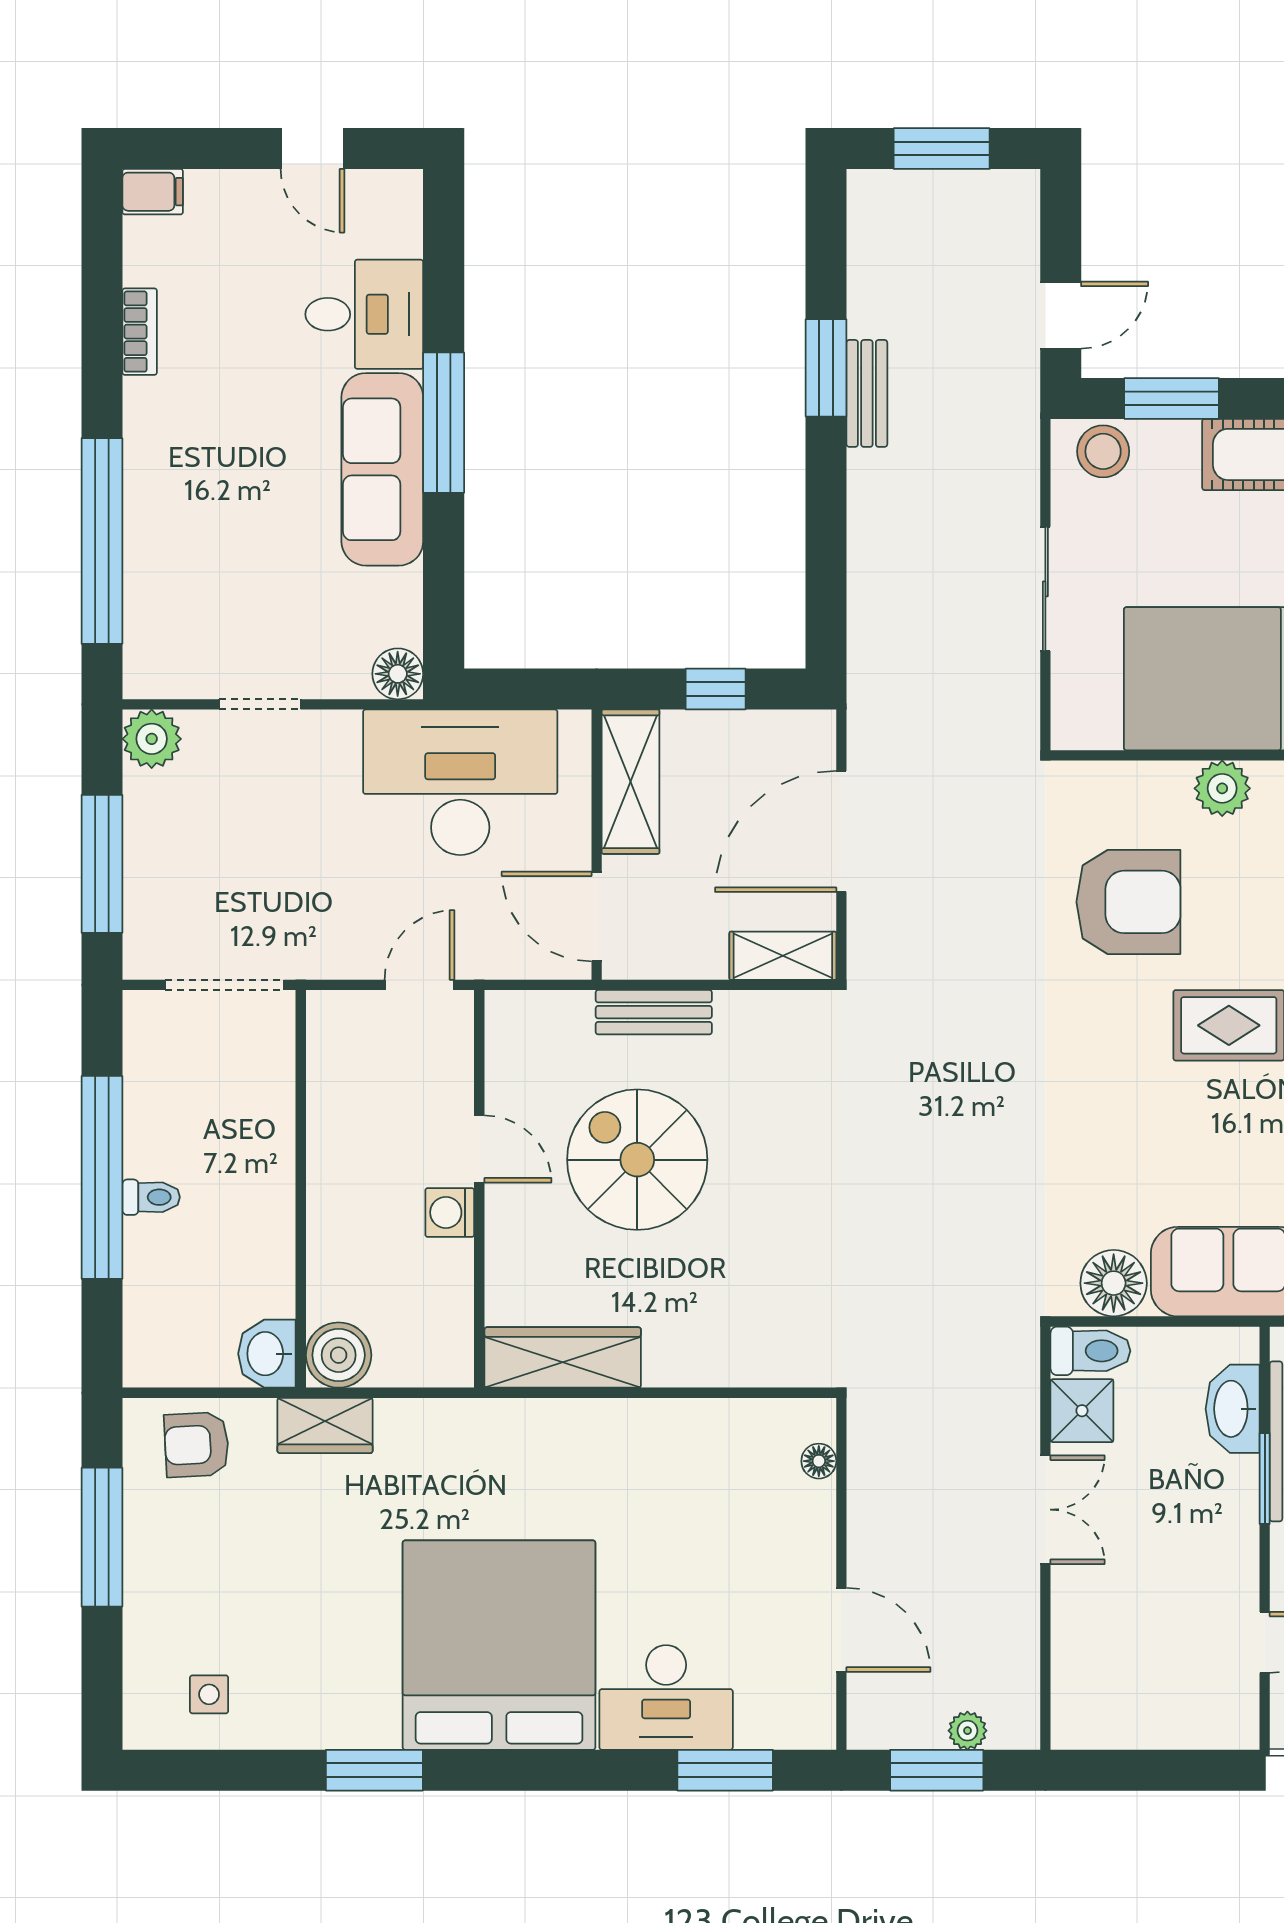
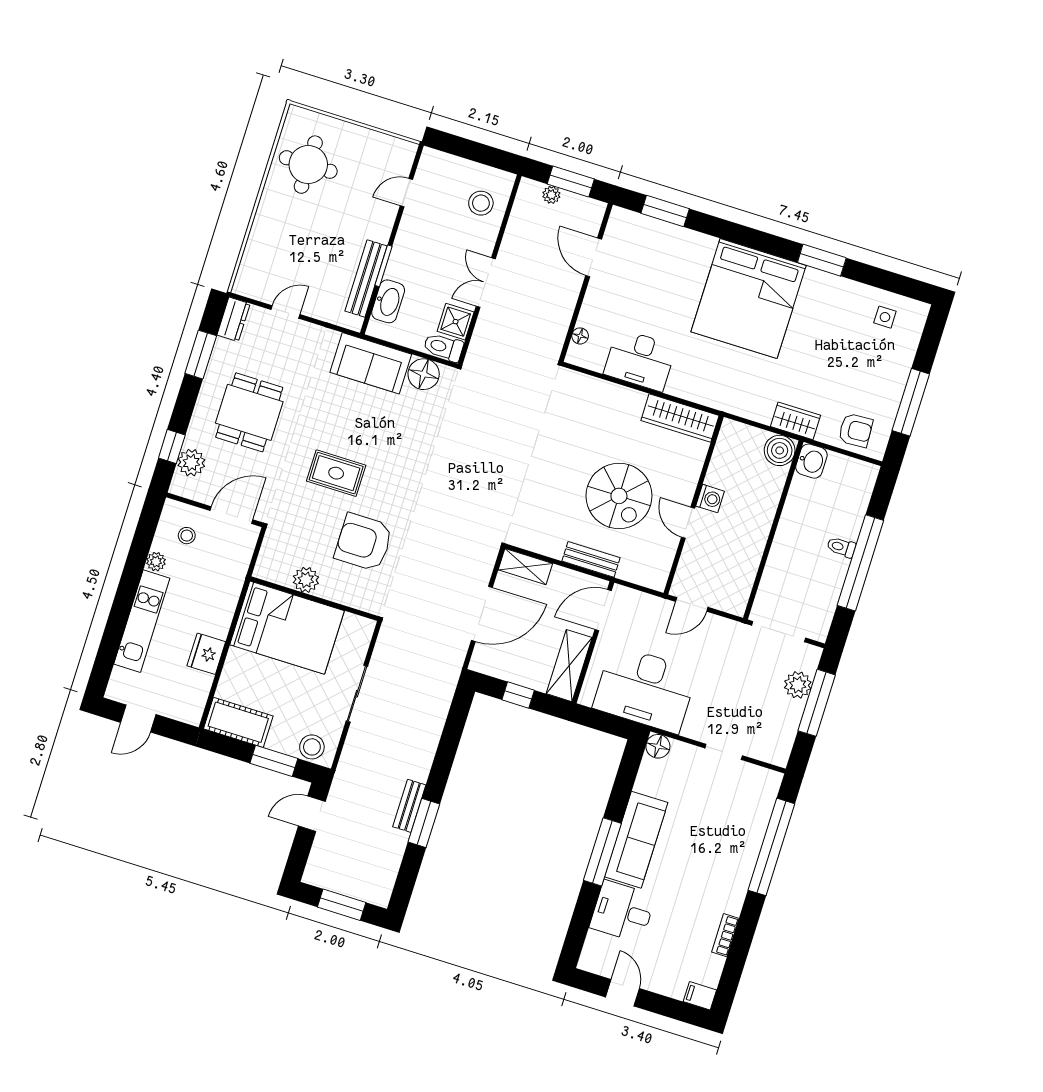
plant: (152, 739) -> (798, 685), moved
door: (597, 916) -> (603, 610), swing flipped
stool: (1106, 1669) -> (481, 203), added
desk: (666, 1697) -> (640, 360), moved, turned 180

